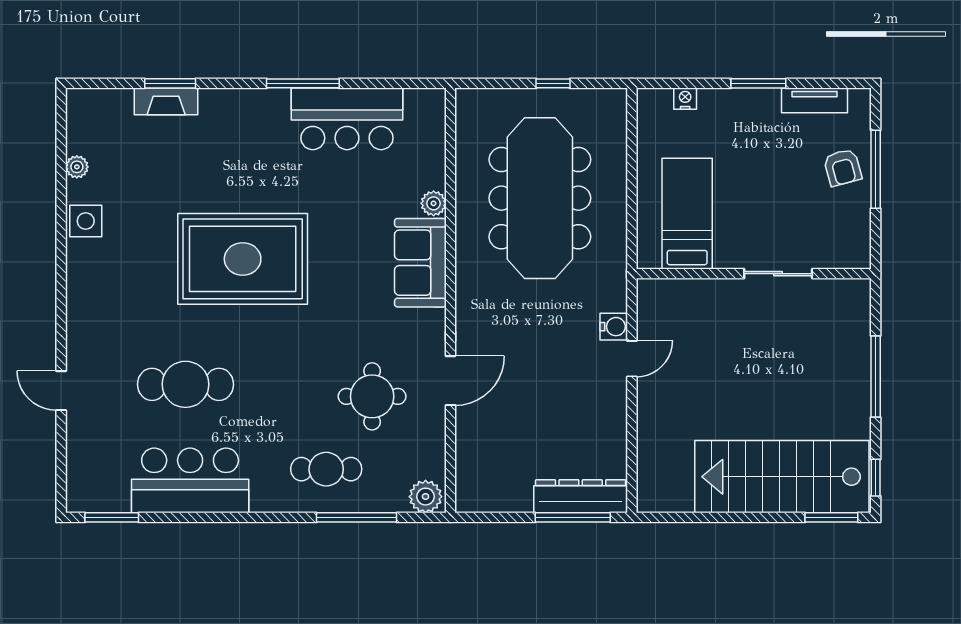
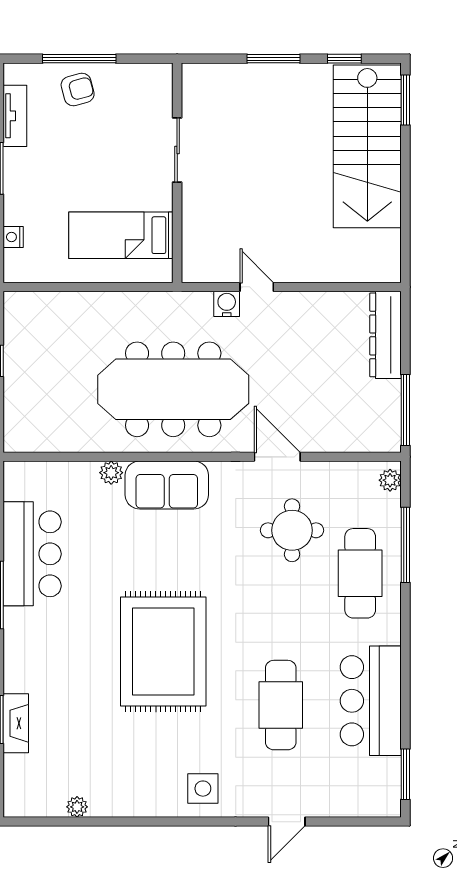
meeting table: (540, 198) -> (173, 389), moved
side table: (86, 221) -> (203, 789), moved
window: (876, 377) -> (273, 59), width x0.69
cafe table: (326, 469) -> (360, 573), width x1.37, depth x1.35
window: (876, 478) -> (344, 59), moved
plant: (426, 497) -> (390, 480), width x0.73, depth x0.73
window: (573, 517) -> (405, 410), moved

